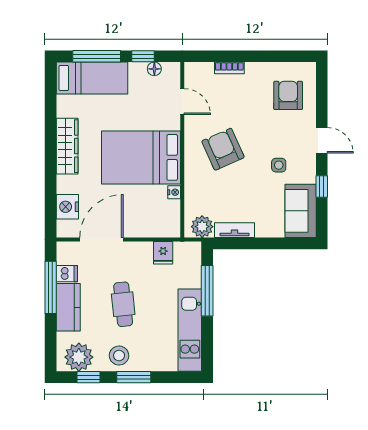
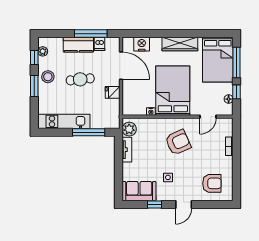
bed: (92, 78) -> (218, 60), width x1.50
fridge: (163, 253) -> (113, 92), moved
plant: (79, 357) -> (43, 51), width x0.53, depth x0.53

